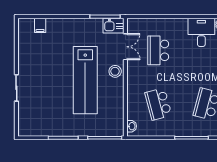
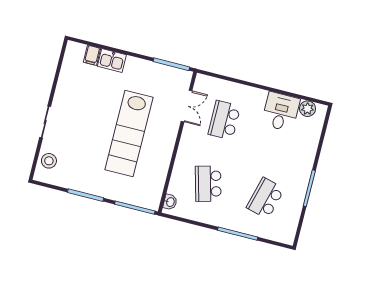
kitchen sink: (114, 26) -> (112, 60), moved
stool: (115, 71) -> (49, 161), moved

